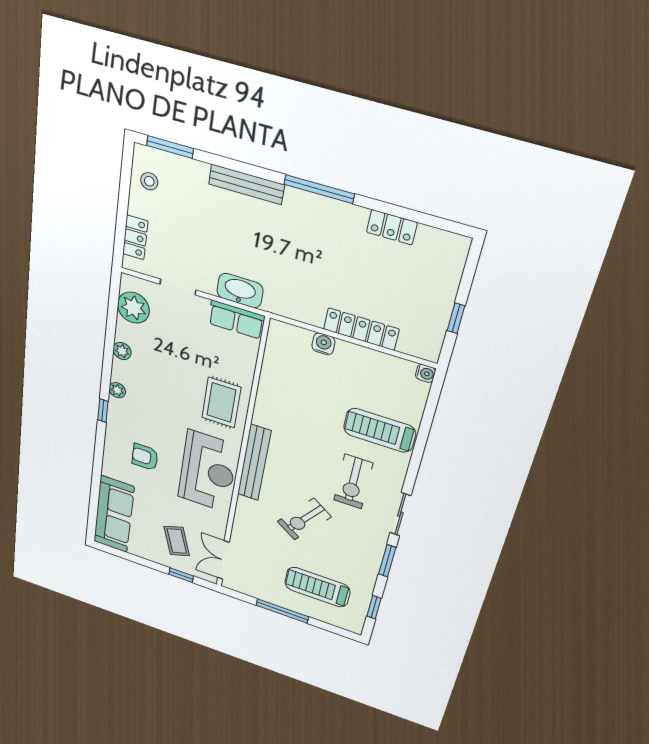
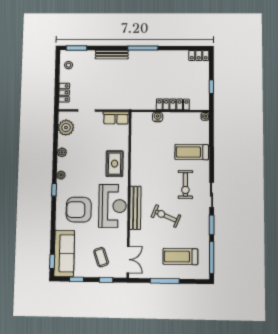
locker: (392, 227) -> (199, 55), moved
washbasin: (240, 291) -> (116, 103), removed
armchair: (145, 457) -> (79, 210), width x1.88, depth x1.88
bench: (254, 463) -> (135, 208), moved
window: (92, 519) -> (52, 261), added
exercise bike: (304, 519) -> (166, 216), turned 77
window: (132, 558) -> (77, 279), added
double door: (223, 560) -> (128, 260), swing flipped
window: (374, 607) -> (212, 257), width x2.17

